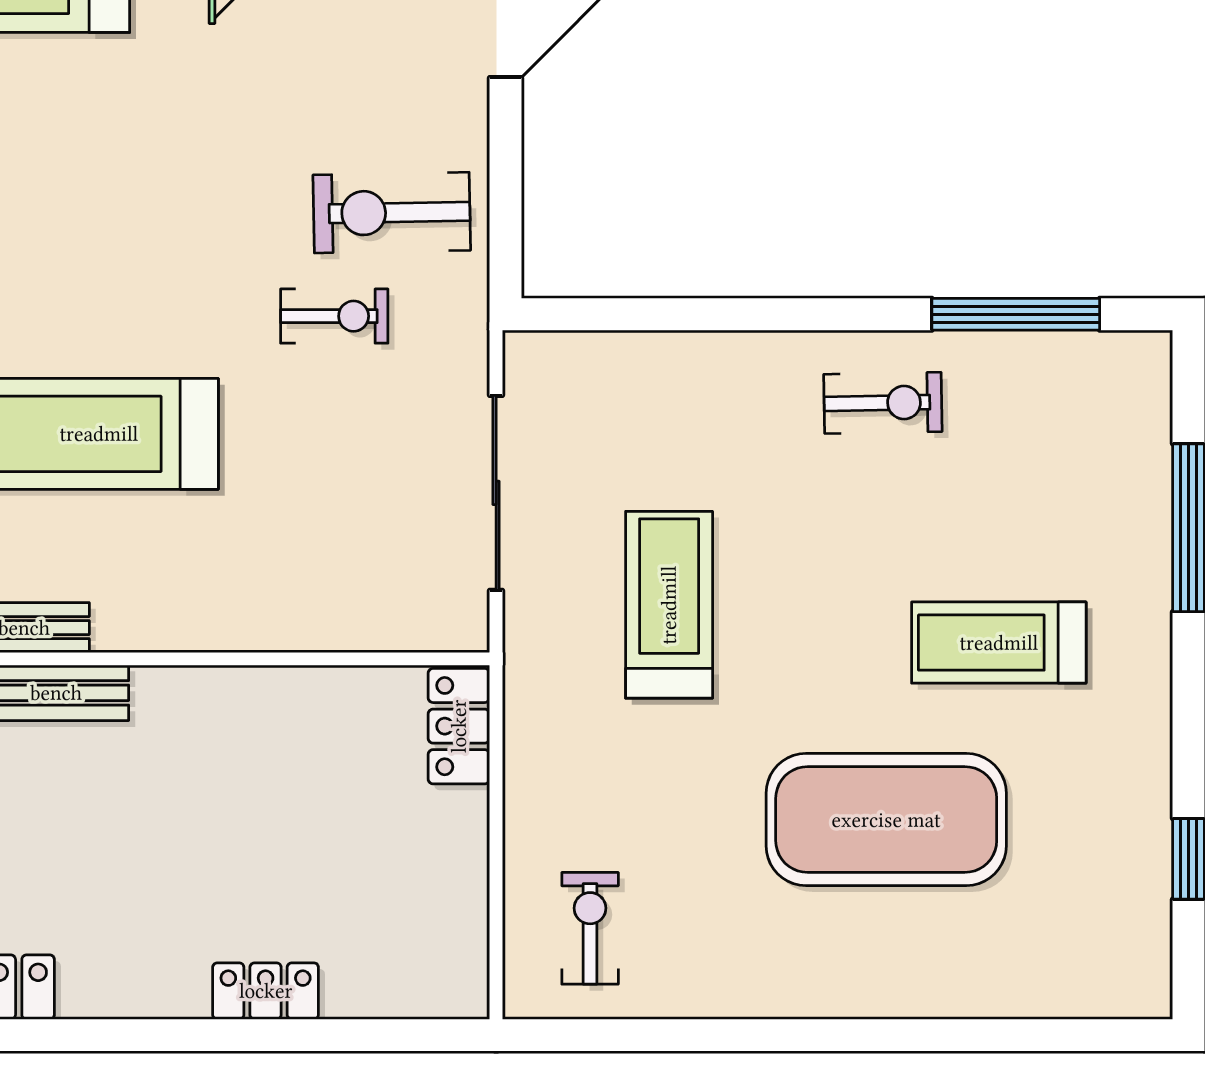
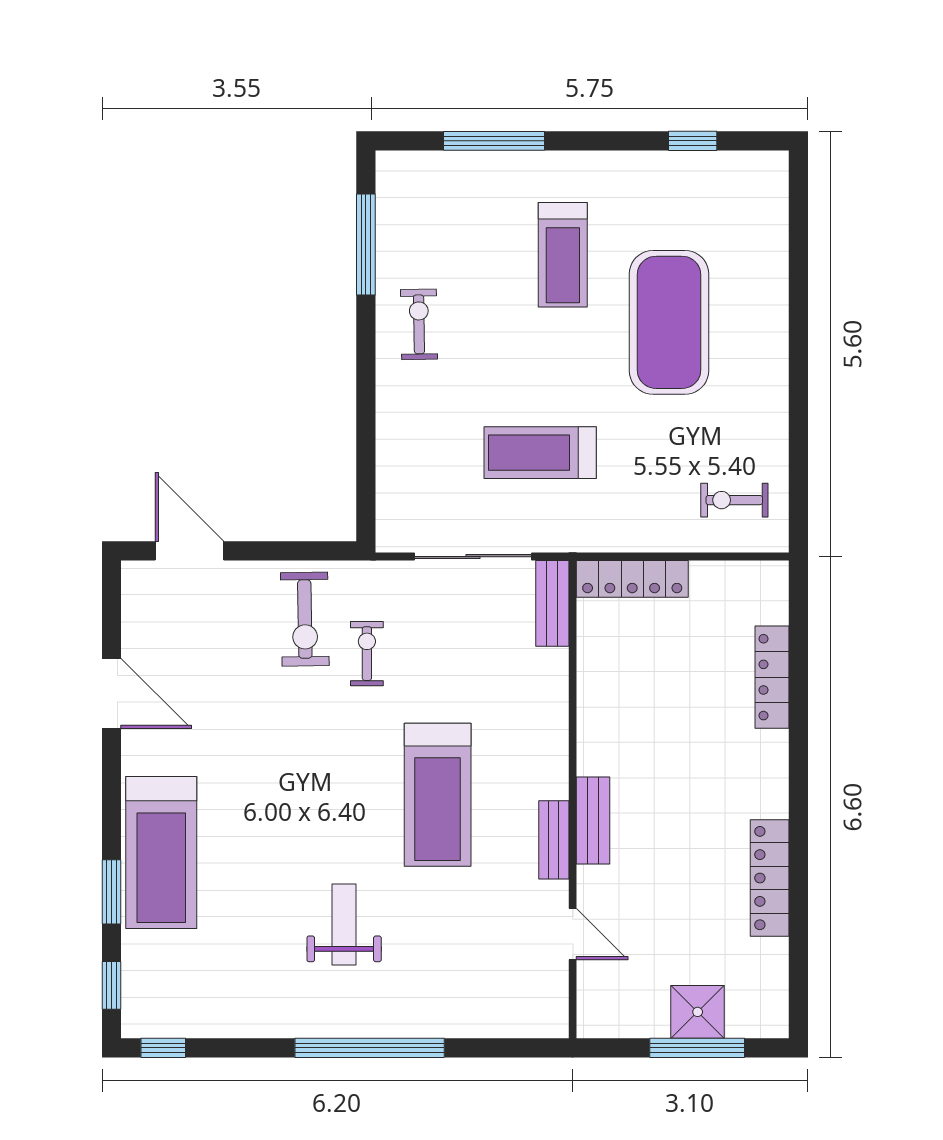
bench: (418, 625) -> (552, 603), added
locker: (459, 726) -> (632, 579), width x1.53
locker: (266, 991) -> (772, 677), width x1.53

